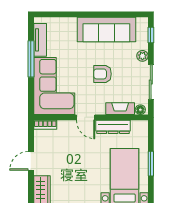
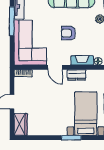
dresser: (113, 127) -> (77, 75), width x0.70

